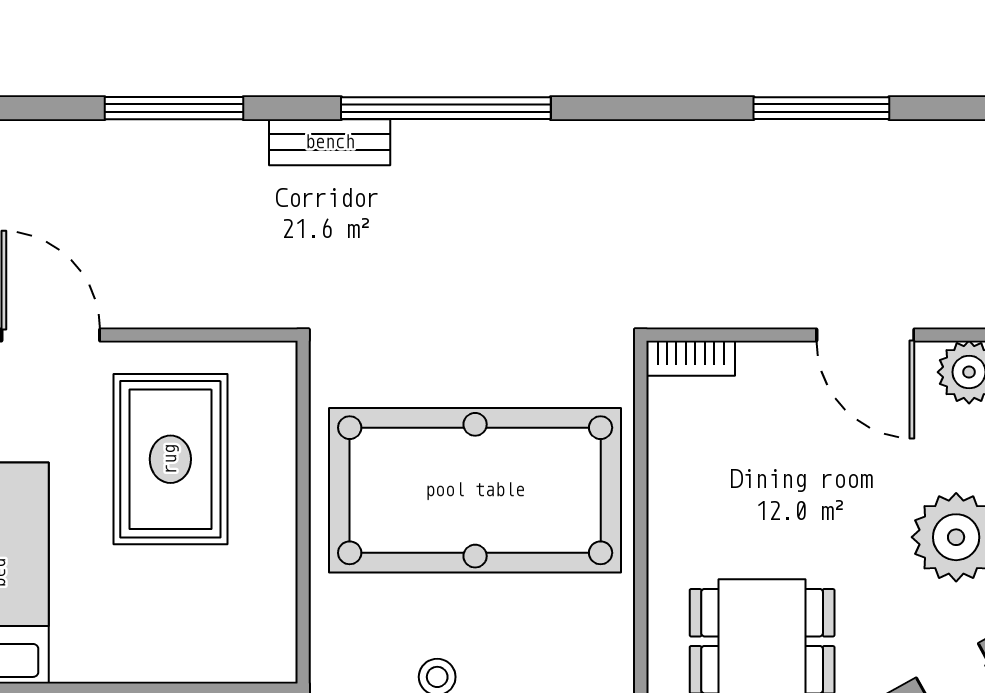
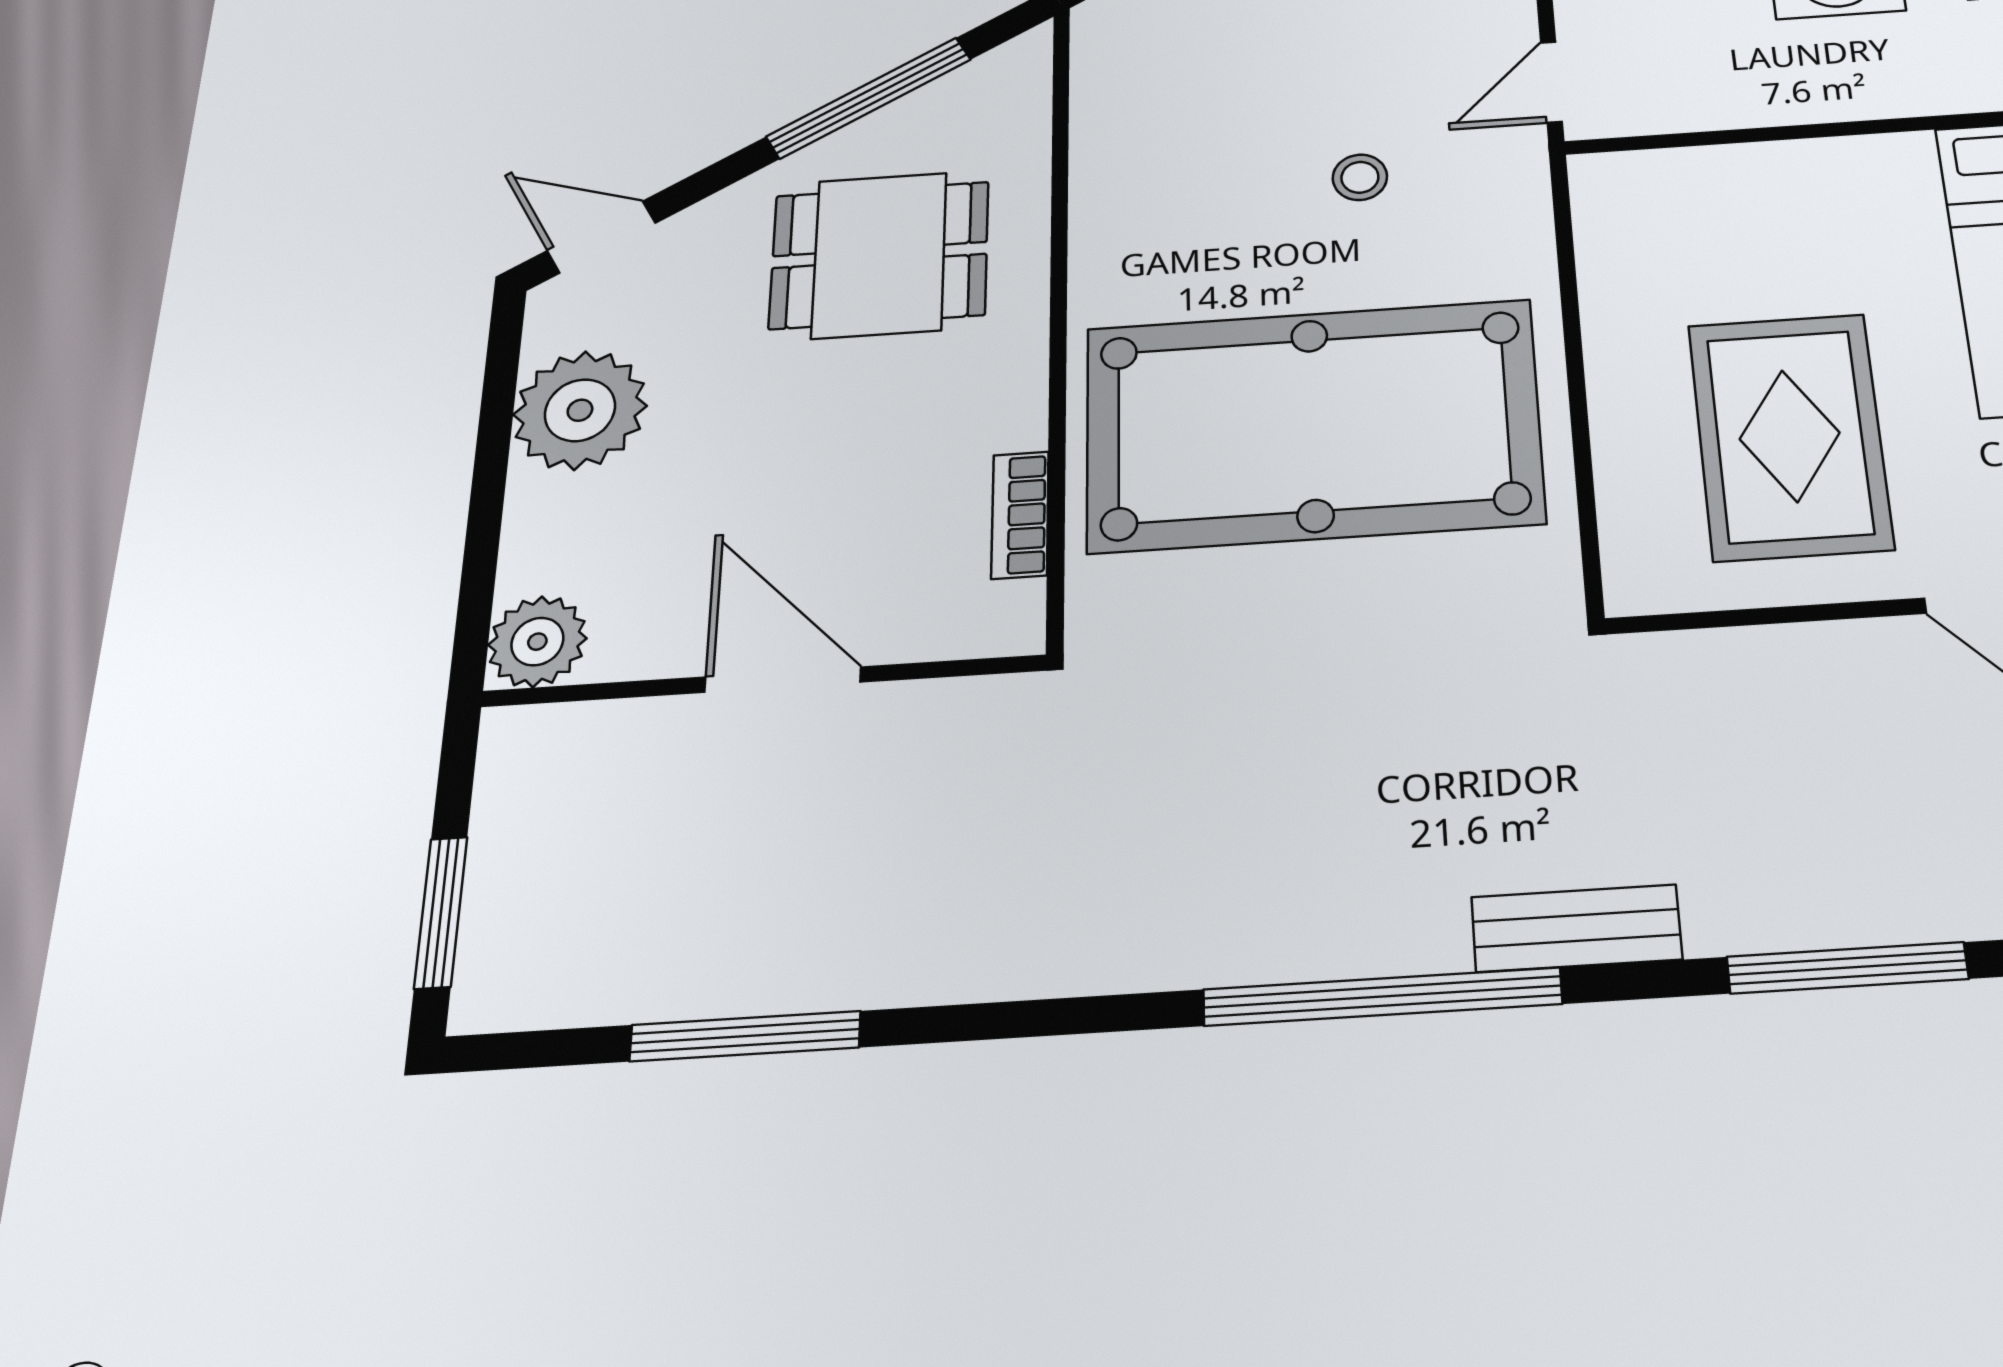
door: (865, 335) -> (783, 680), moved
bookcase: (691, 358) -> (1020, 515), moved, turned -90

